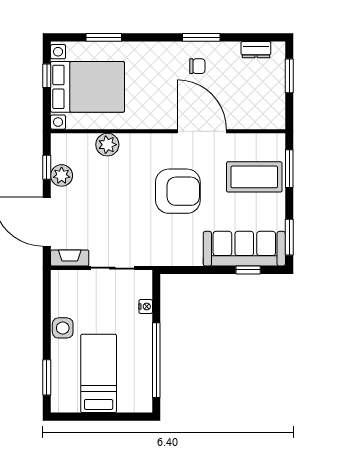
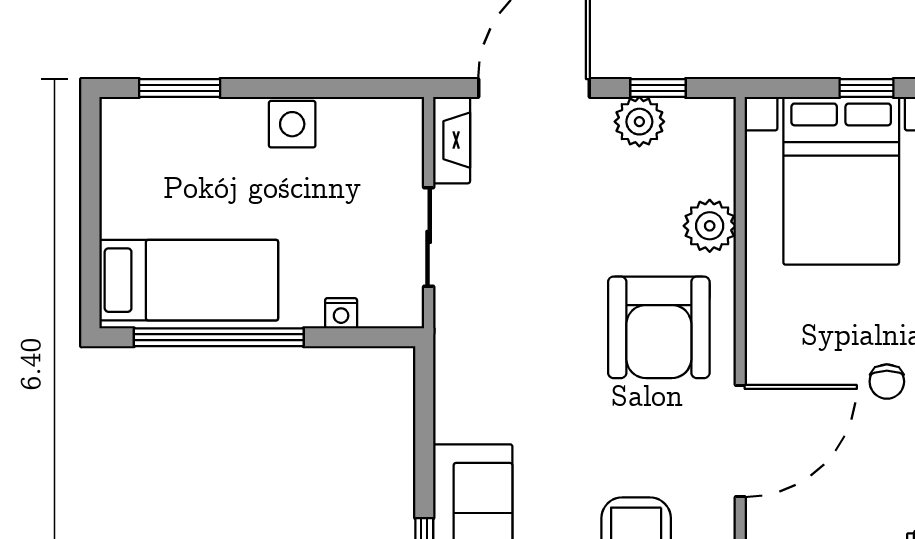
chair: (197, 66) -> (887, 382), moved
armchair: (178, 191) -> (659, 327), moved
bed: (99, 373) -> (189, 280), moved

